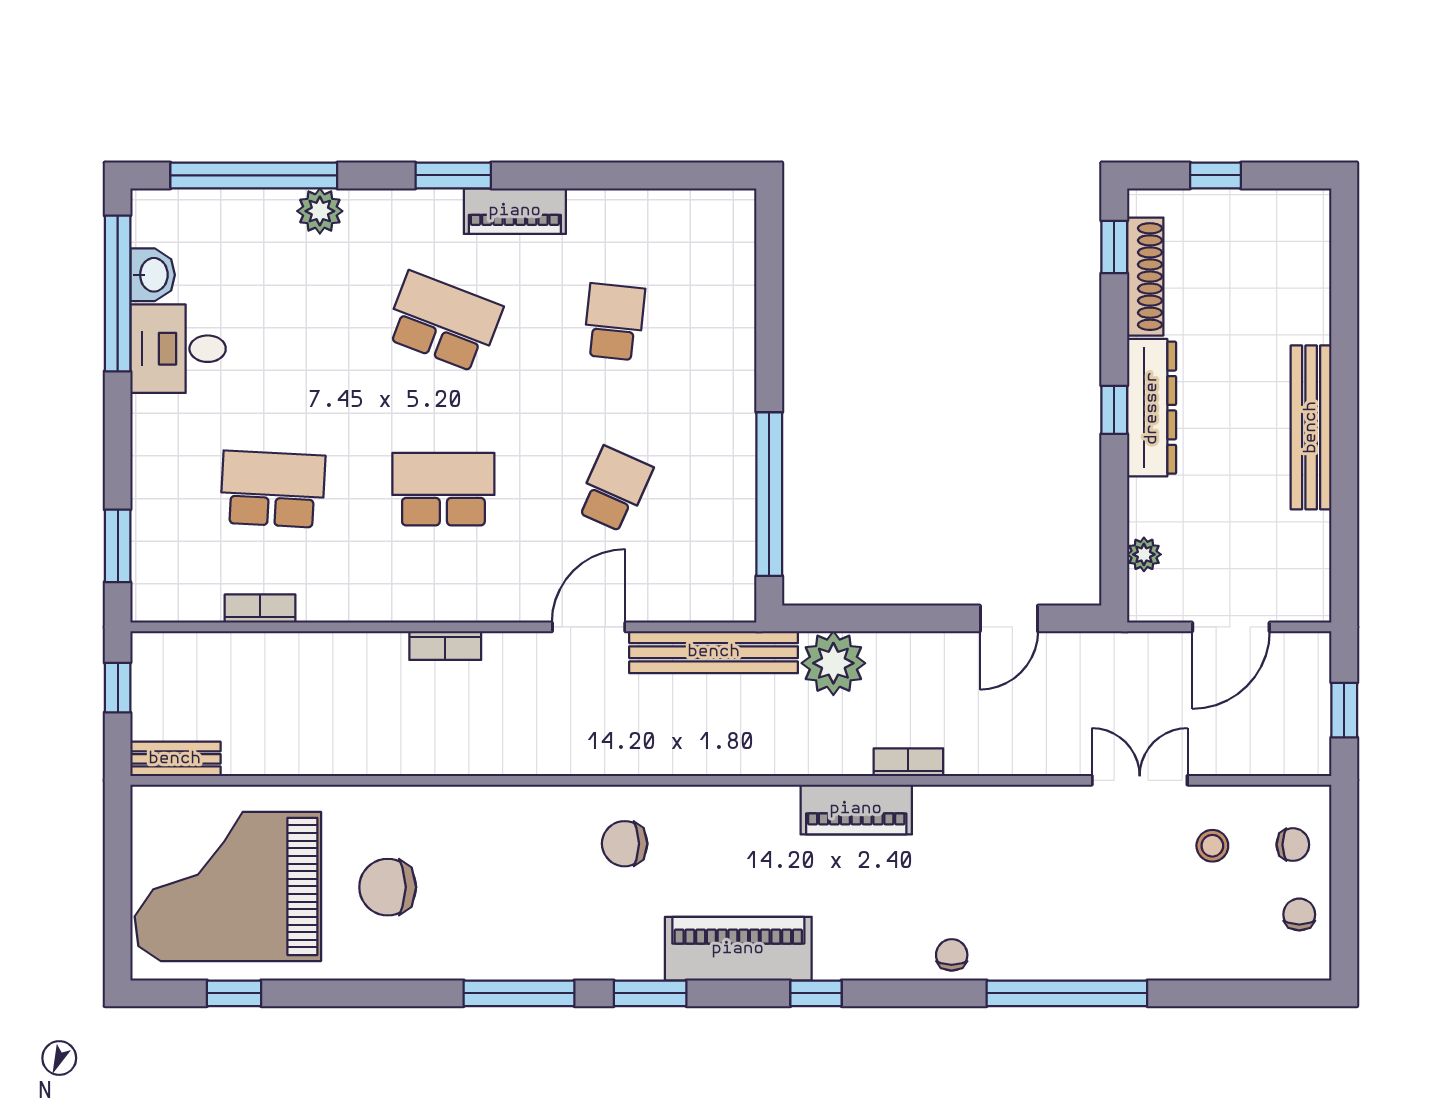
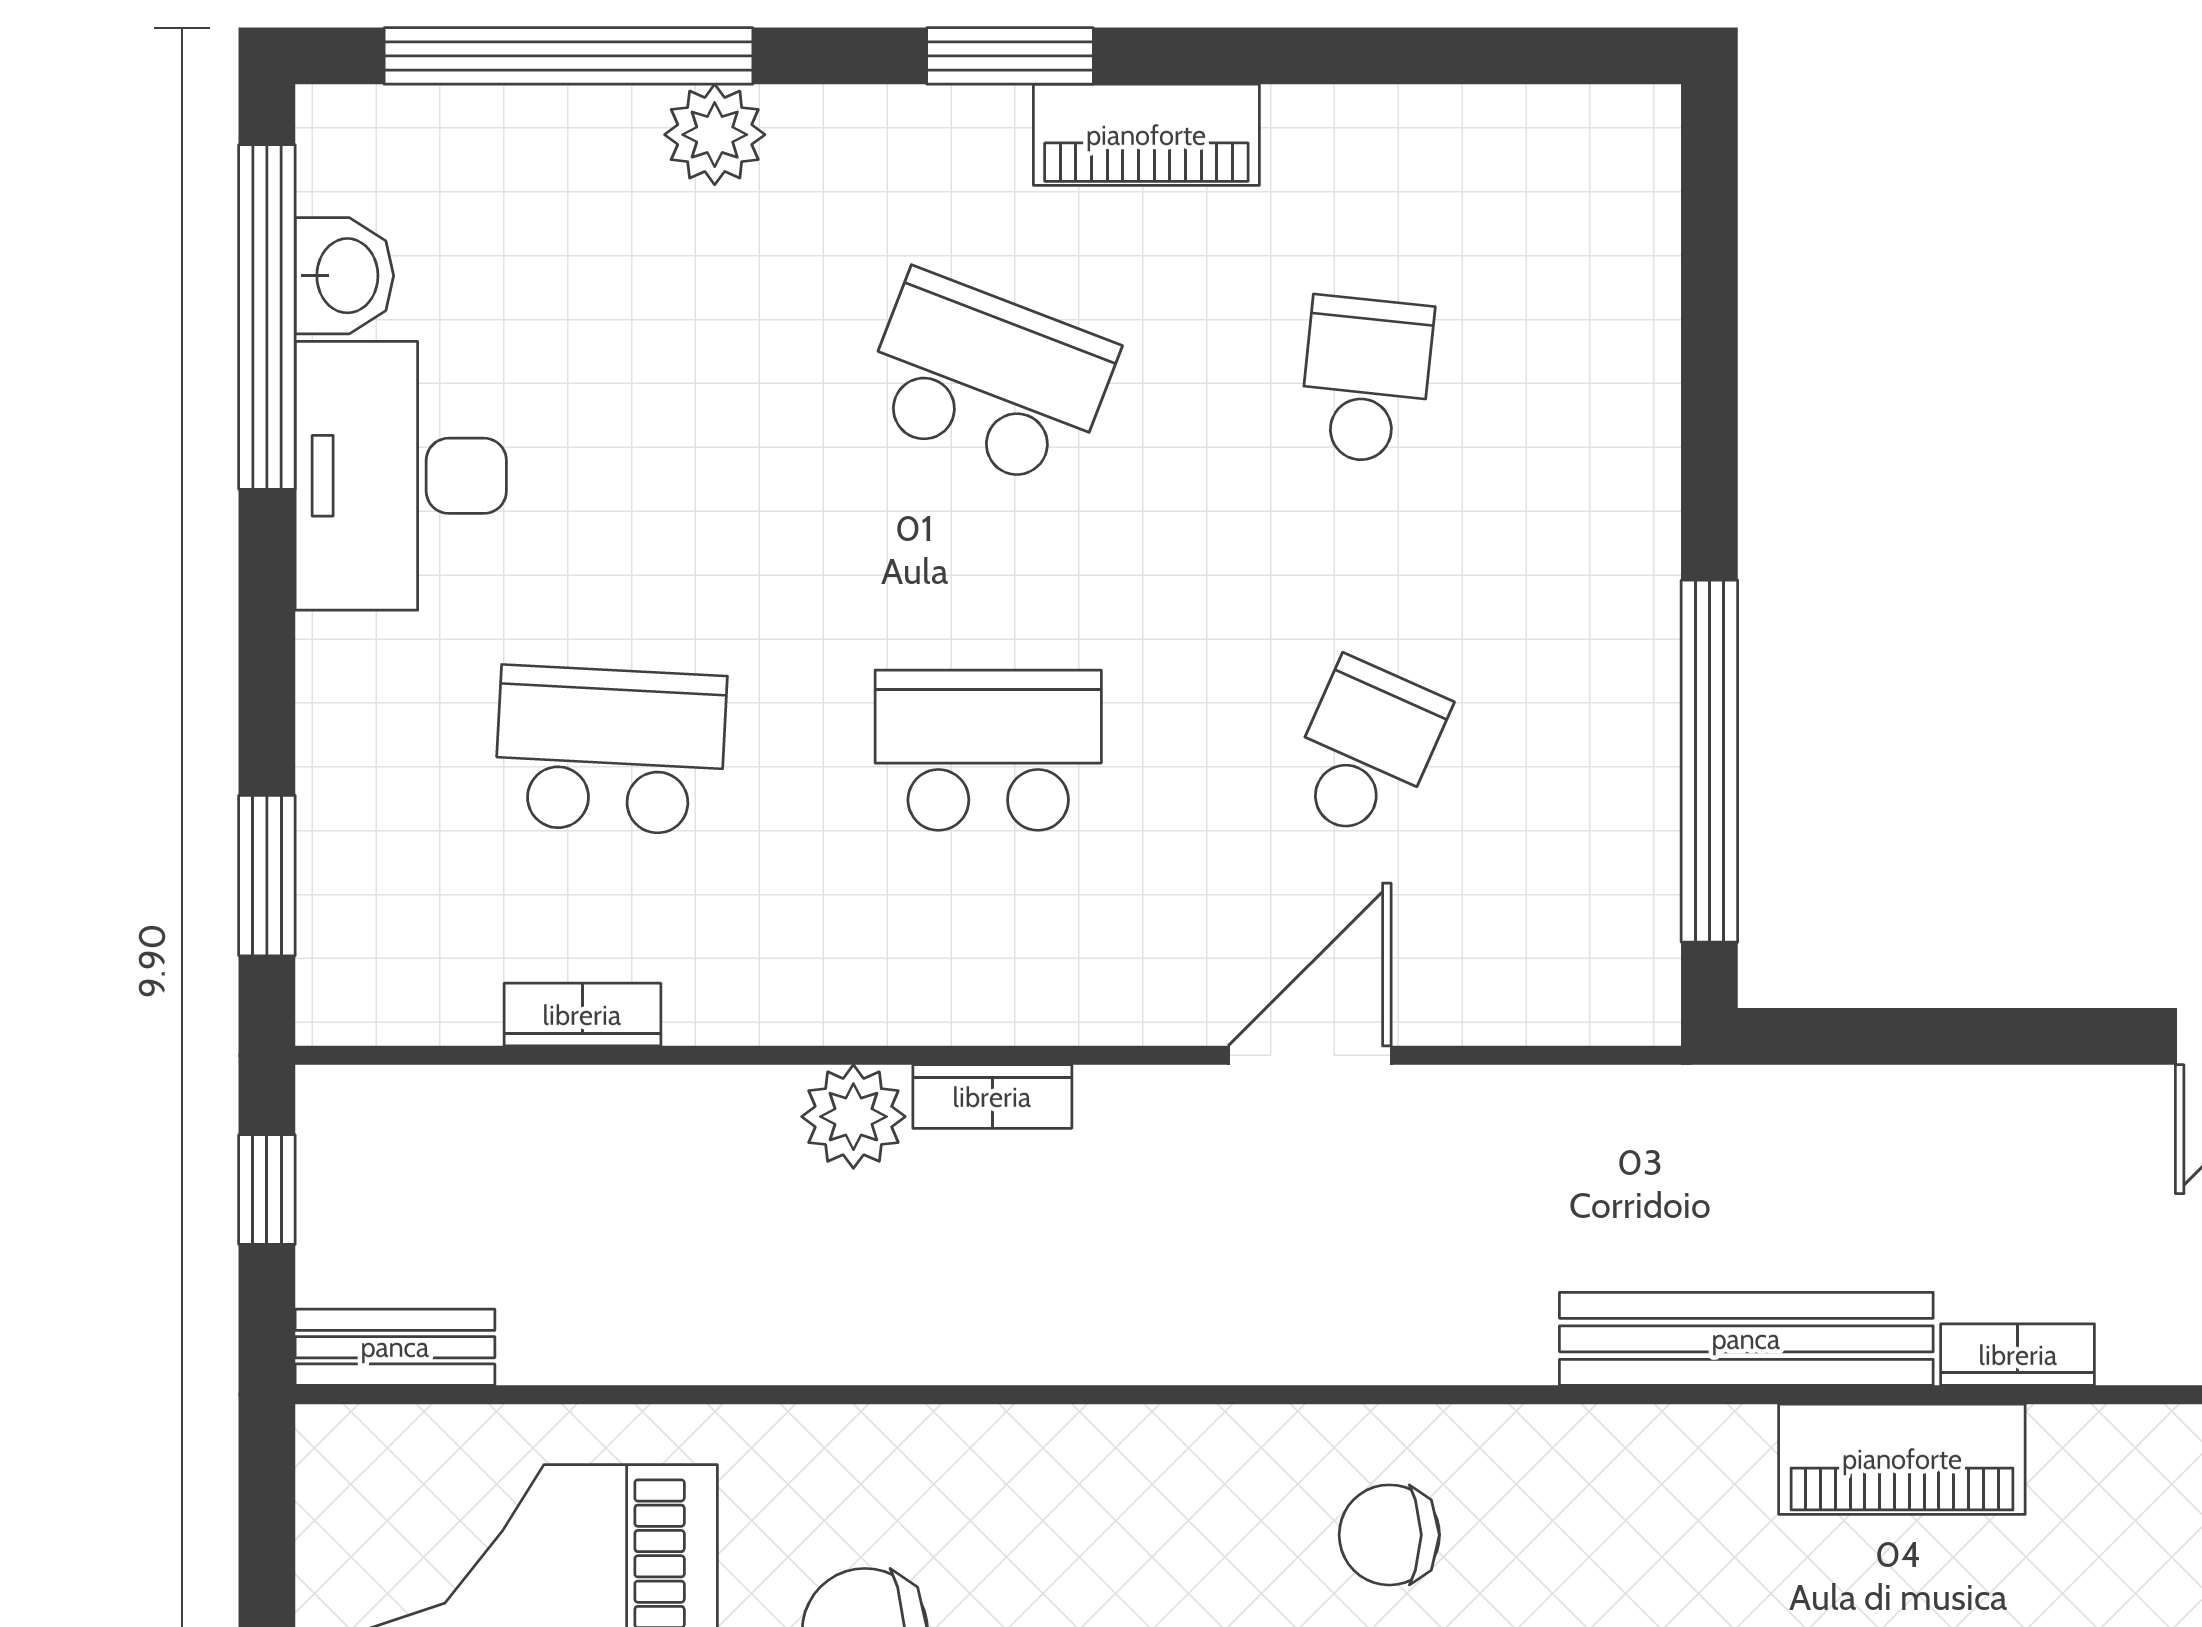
desk: (178, 349) -> (401, 476), width x1.37
bench: (714, 652) -> (1746, 1339), moved
plant: (833, 663) -> (853, 1117), moved, width x0.73, depth x0.73

